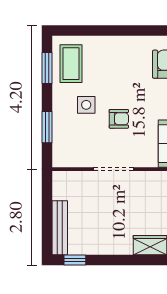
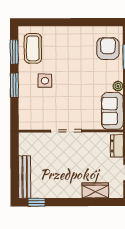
armchair: (119, 119) -> (71, 91), removed
window: (47, 127) -> (14, 85), moved

